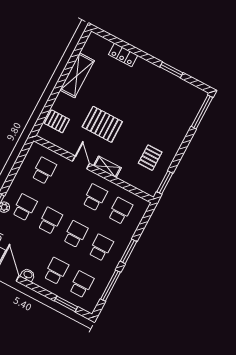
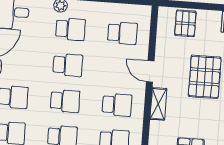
door: (81, 162) -> (150, 71), swing flipped

